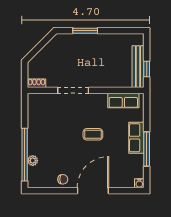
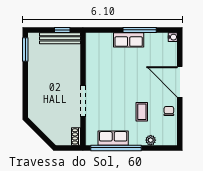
window: (85, 31) -> (25, 49), moved
row of seats: (123, 101) -> (113, 138), moved, turned -90
coffee table: (93, 134) -> (142, 112), moved
window: (25, 155) -> (116, 148), moved

